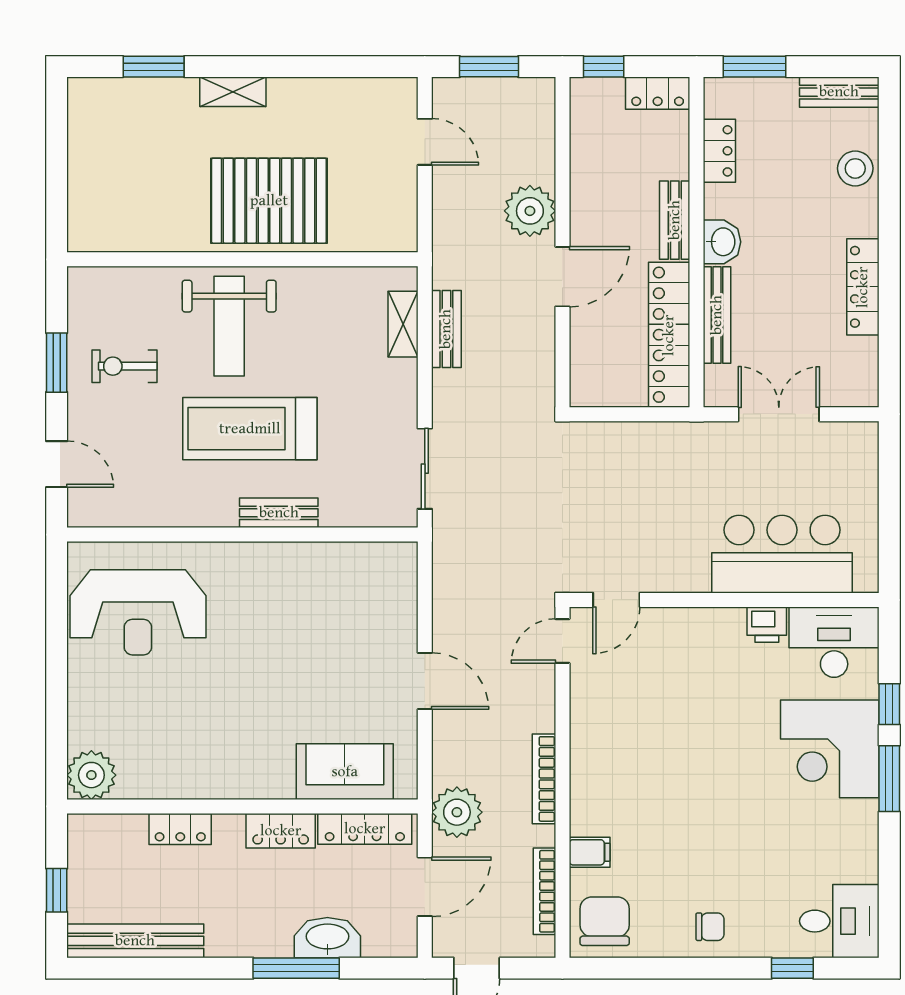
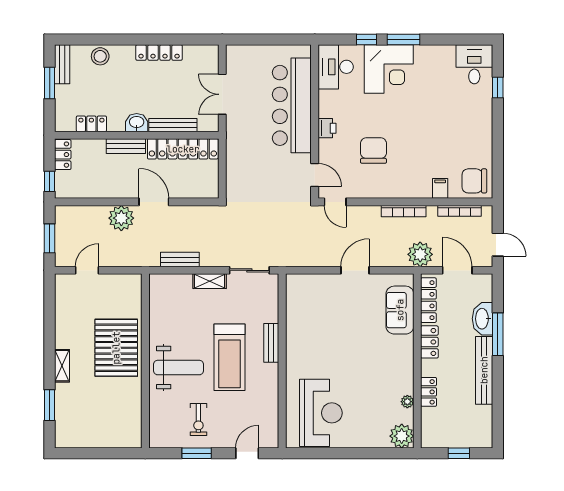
window: (755, 67) -> (50, 83), moved
shelving: (403, 324) -> (210, 281), moved
bar counter: (782, 554) -> (292, 105), width x1.36
printer: (767, 625) -> (327, 128), moved
plant: (161, 787) -> (407, 402), added
chair: (710, 927) -> (373, 150), moved, width x1.87, depth x1.87
bench: (135, 941) -> (484, 370), moved

